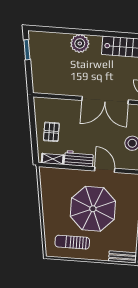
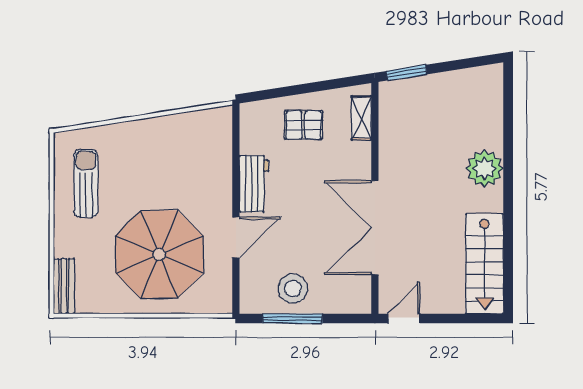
window: (27, 50) -> (406, 73), moved
shelving: (53, 159) -> (361, 118), moved
parasol: (93, 209) -> (159, 254), moved

